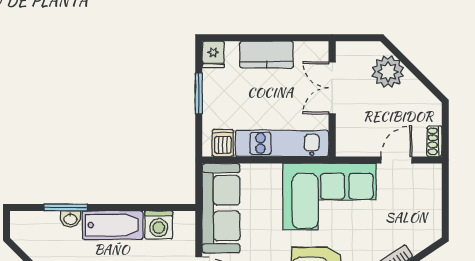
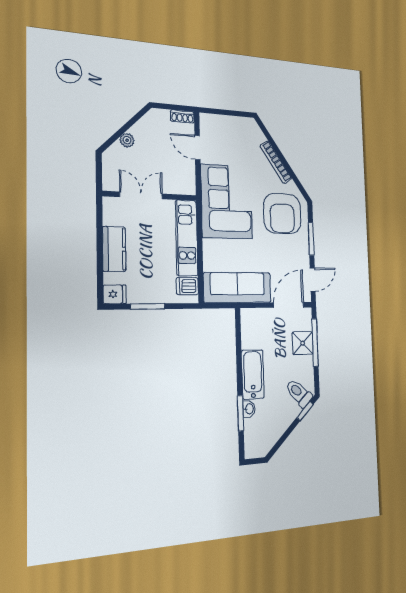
plant: (388, 72) -> (127, 140), width x0.53, depth x0.53
double door: (332, 88) -> (141, 195), swing flipped
washing machine: (159, 225) -> (251, 337), removed

